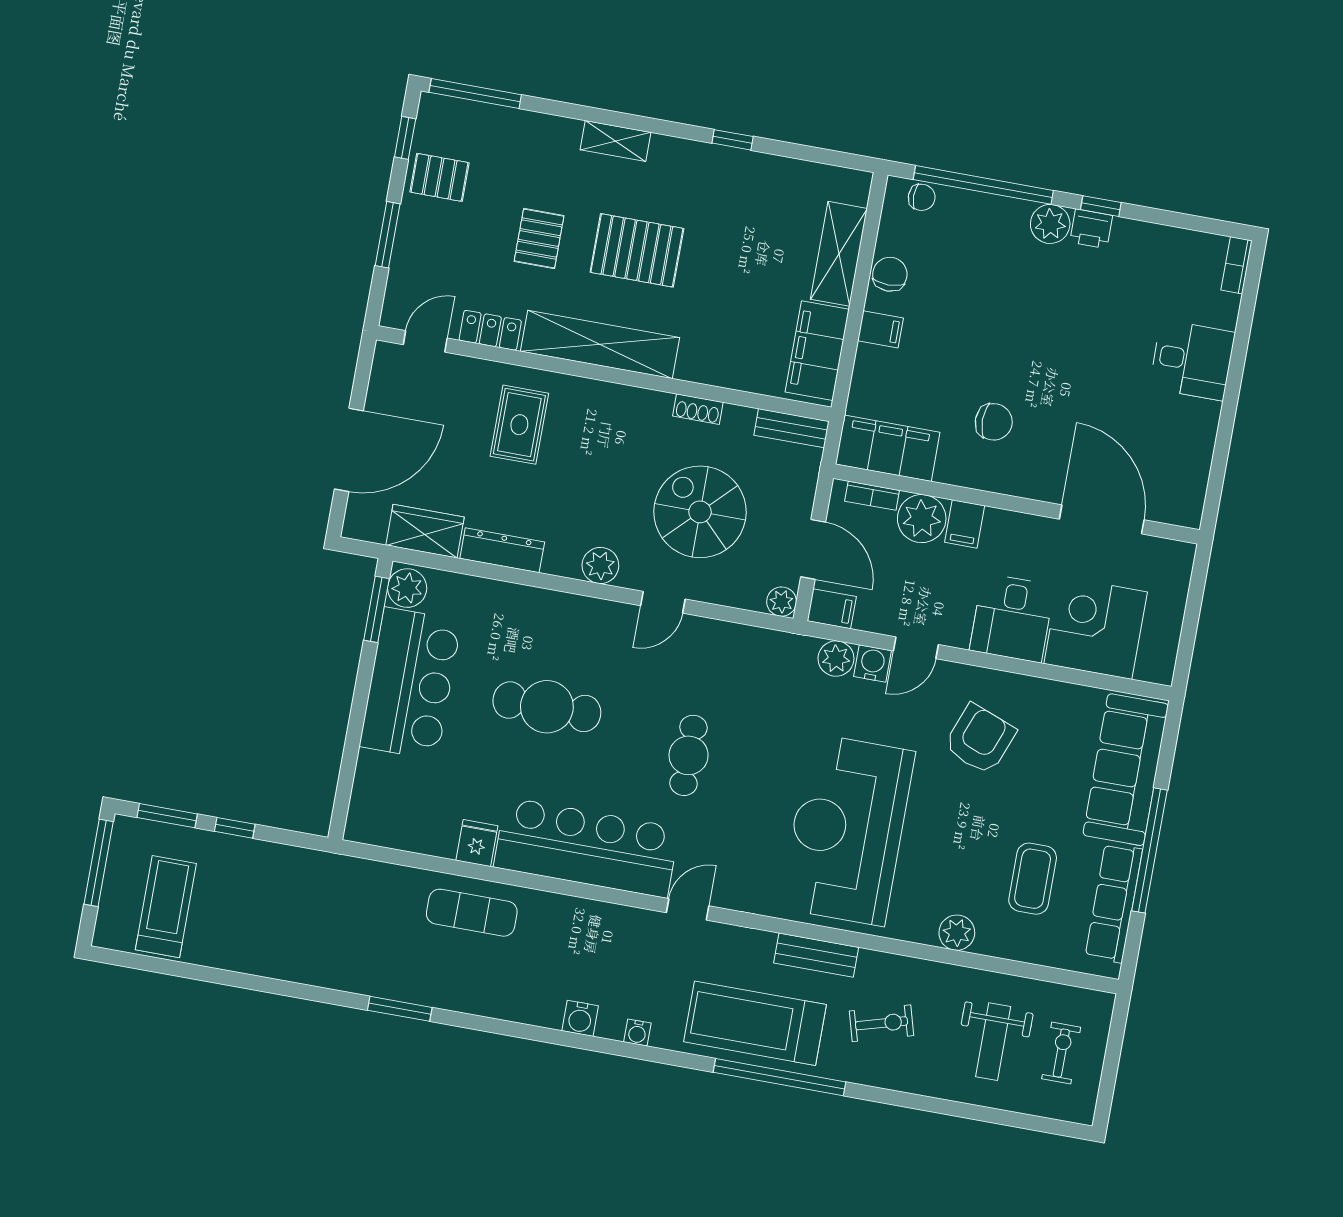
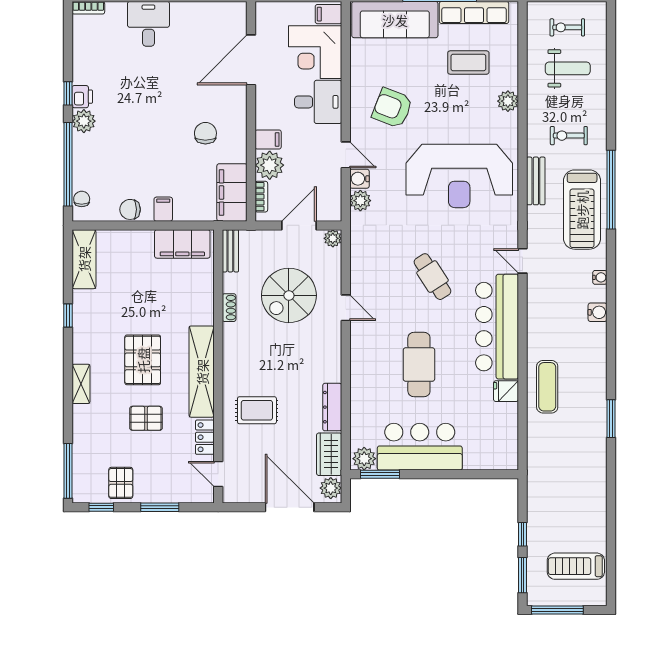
shelving: (839, 254) -> (84, 259), moved, turned 90
plant: (600, 565) -> (331, 488), moved
filing cabinet: (832, 609) -> (328, 14), moved, turned -90
cafe table: (689, 755) -> (432, 277), turned 57
exercise bike: (882, 1023) -> (569, 136), turned -74

